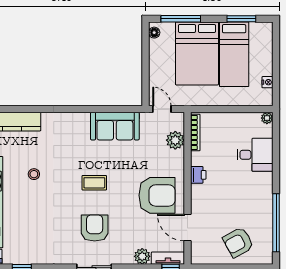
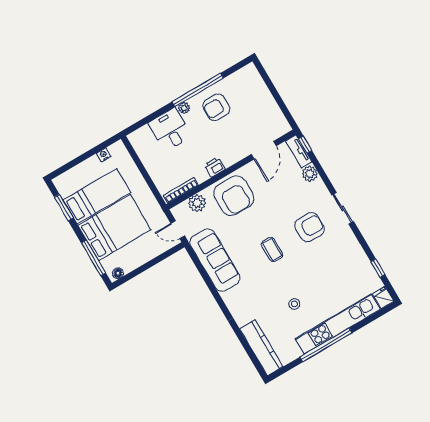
door: (162, 109) -> (178, 230), hinge flipped
plant: (267, 118) -> (184, 108), moved
sofa: (115, 126) -> (215, 260), width x1.36
armchair: (157, 195) -> (234, 196), moved, turned 180
window: (276, 223) -> (198, 90), moved
armchair: (95, 228) -> (309, 227), turned 180
armchair: (238, 242) -> (216, 107), moved, turned 119

